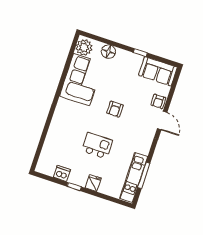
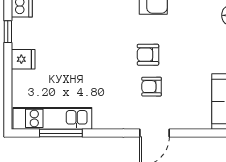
armchair: (158, 101) -> (152, 87), moved
kitchen island: (97, 146) -> (83, 46), removed

